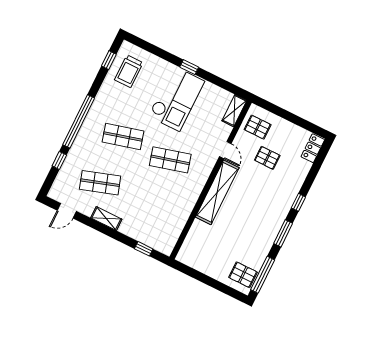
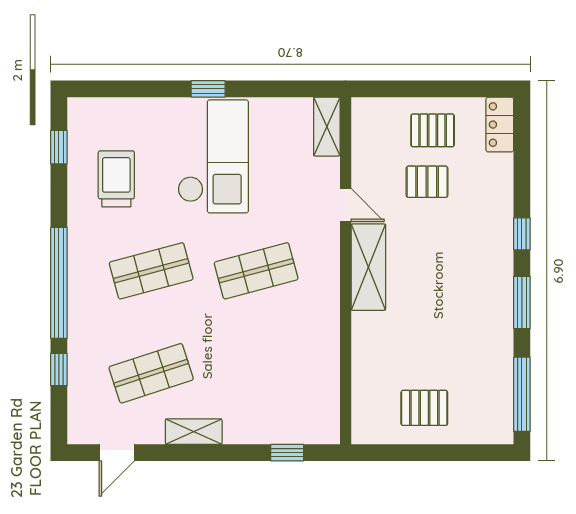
trolley: (129, 71) -> (116, 179), moved, turned 180
pallet: (258, 127) -> (433, 130), moved
shelving: (217, 192) -> (368, 267), width x0.68
pallet: (243, 275) -> (424, 408), moved

